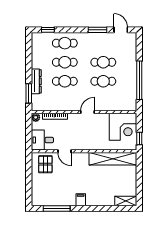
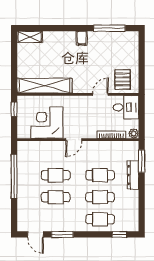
corner desk: (123, 127) -> (47, 123), moved
door: (64, 151) -> (100, 94), hinge flipped

